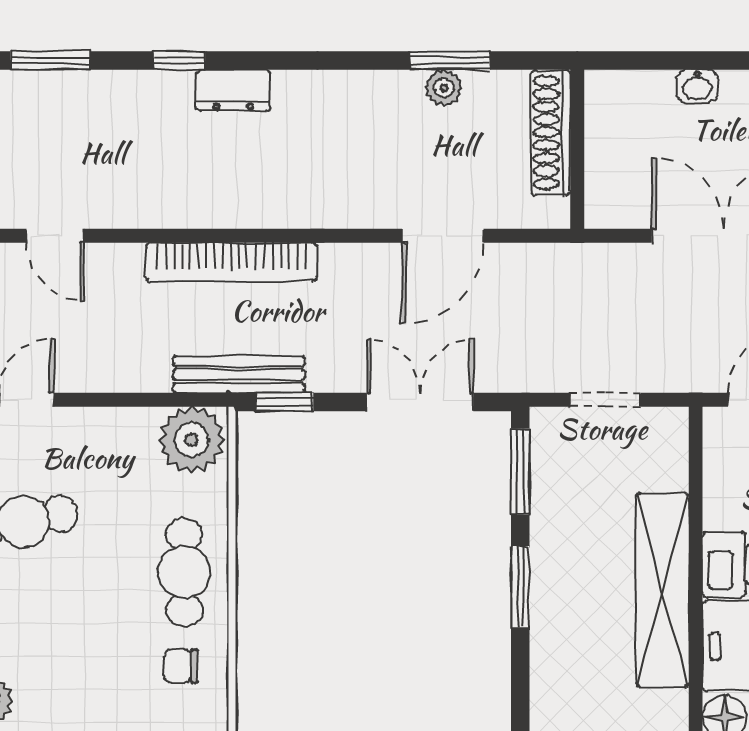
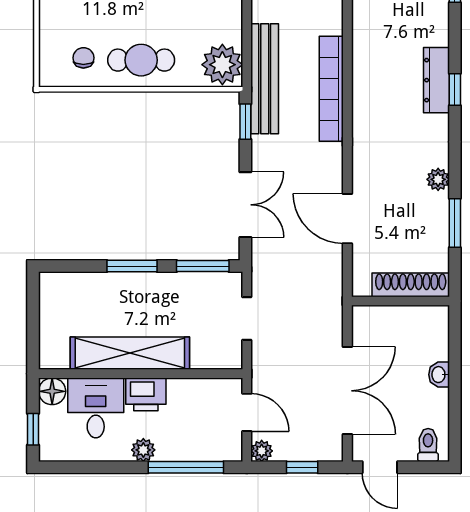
window: (179, 60) -> (455, 90), moved
plant: (444, 88) -> (438, 179), moved
dresser: (233, 90) -> (437, 80), width x1.44
bench: (239, 375) -> (265, 79), width x1.37, depth x1.21

